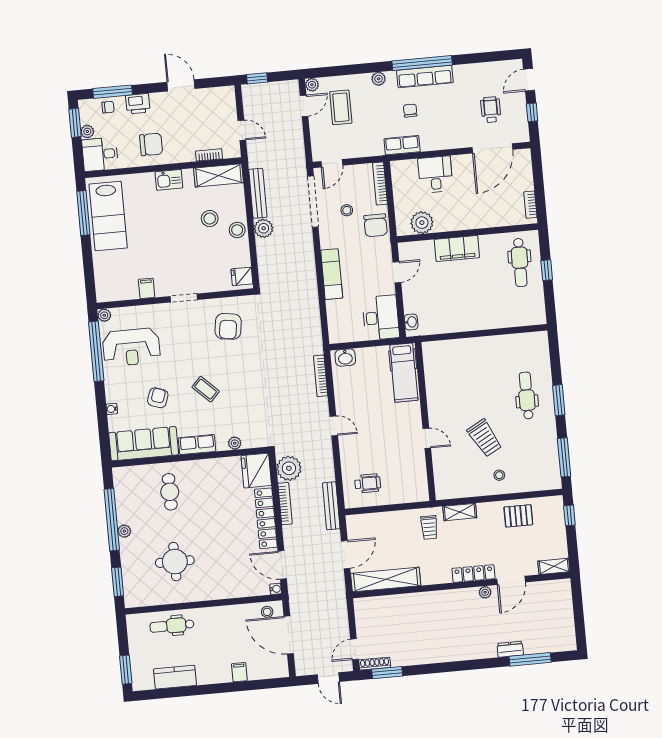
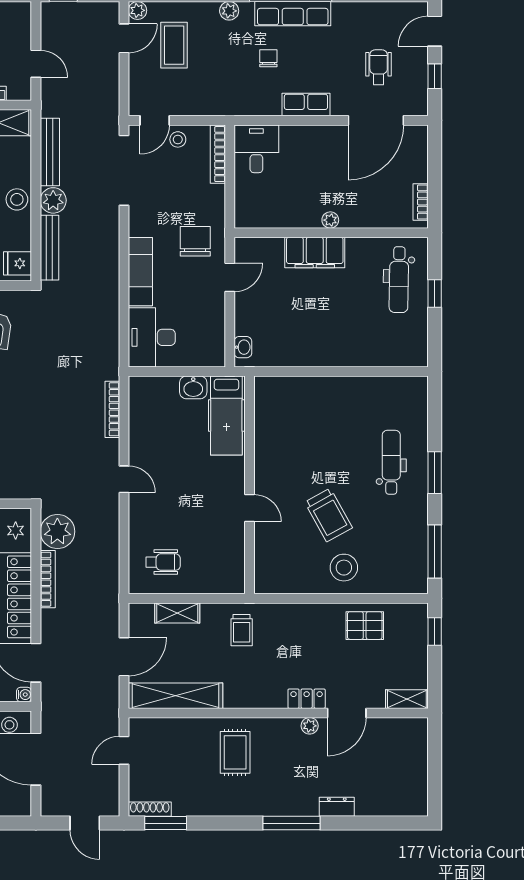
row of seats: (402, 145) -> (306, 105), moved
desk: (435, 174) -> (256, 149), moved
stool: (347, 210) -> (178, 139), moved
plant: (422, 223) -> (330, 220), moved, width x0.53, depth x0.53
chair: (376, 225) -> (195, 241), moved, turned 180
desk: (381, 318) -> (152, 337), moved, turned 180
washbasin: (345, 358) -> (193, 387), moved
stool: (499, 475) -> (344, 568), width x1.89, depth x1.89
bench: (331, 506) -> (49, 248), moved
shelving: (460, 512) -> (177, 613), moved
locker: (474, 574) -> (307, 699), width x0.66
rug: (433, 617) -> (235, 752), added
door: (354, 649) -> (124, 750), moved
window: (530, 659) -> (291, 823), moved

